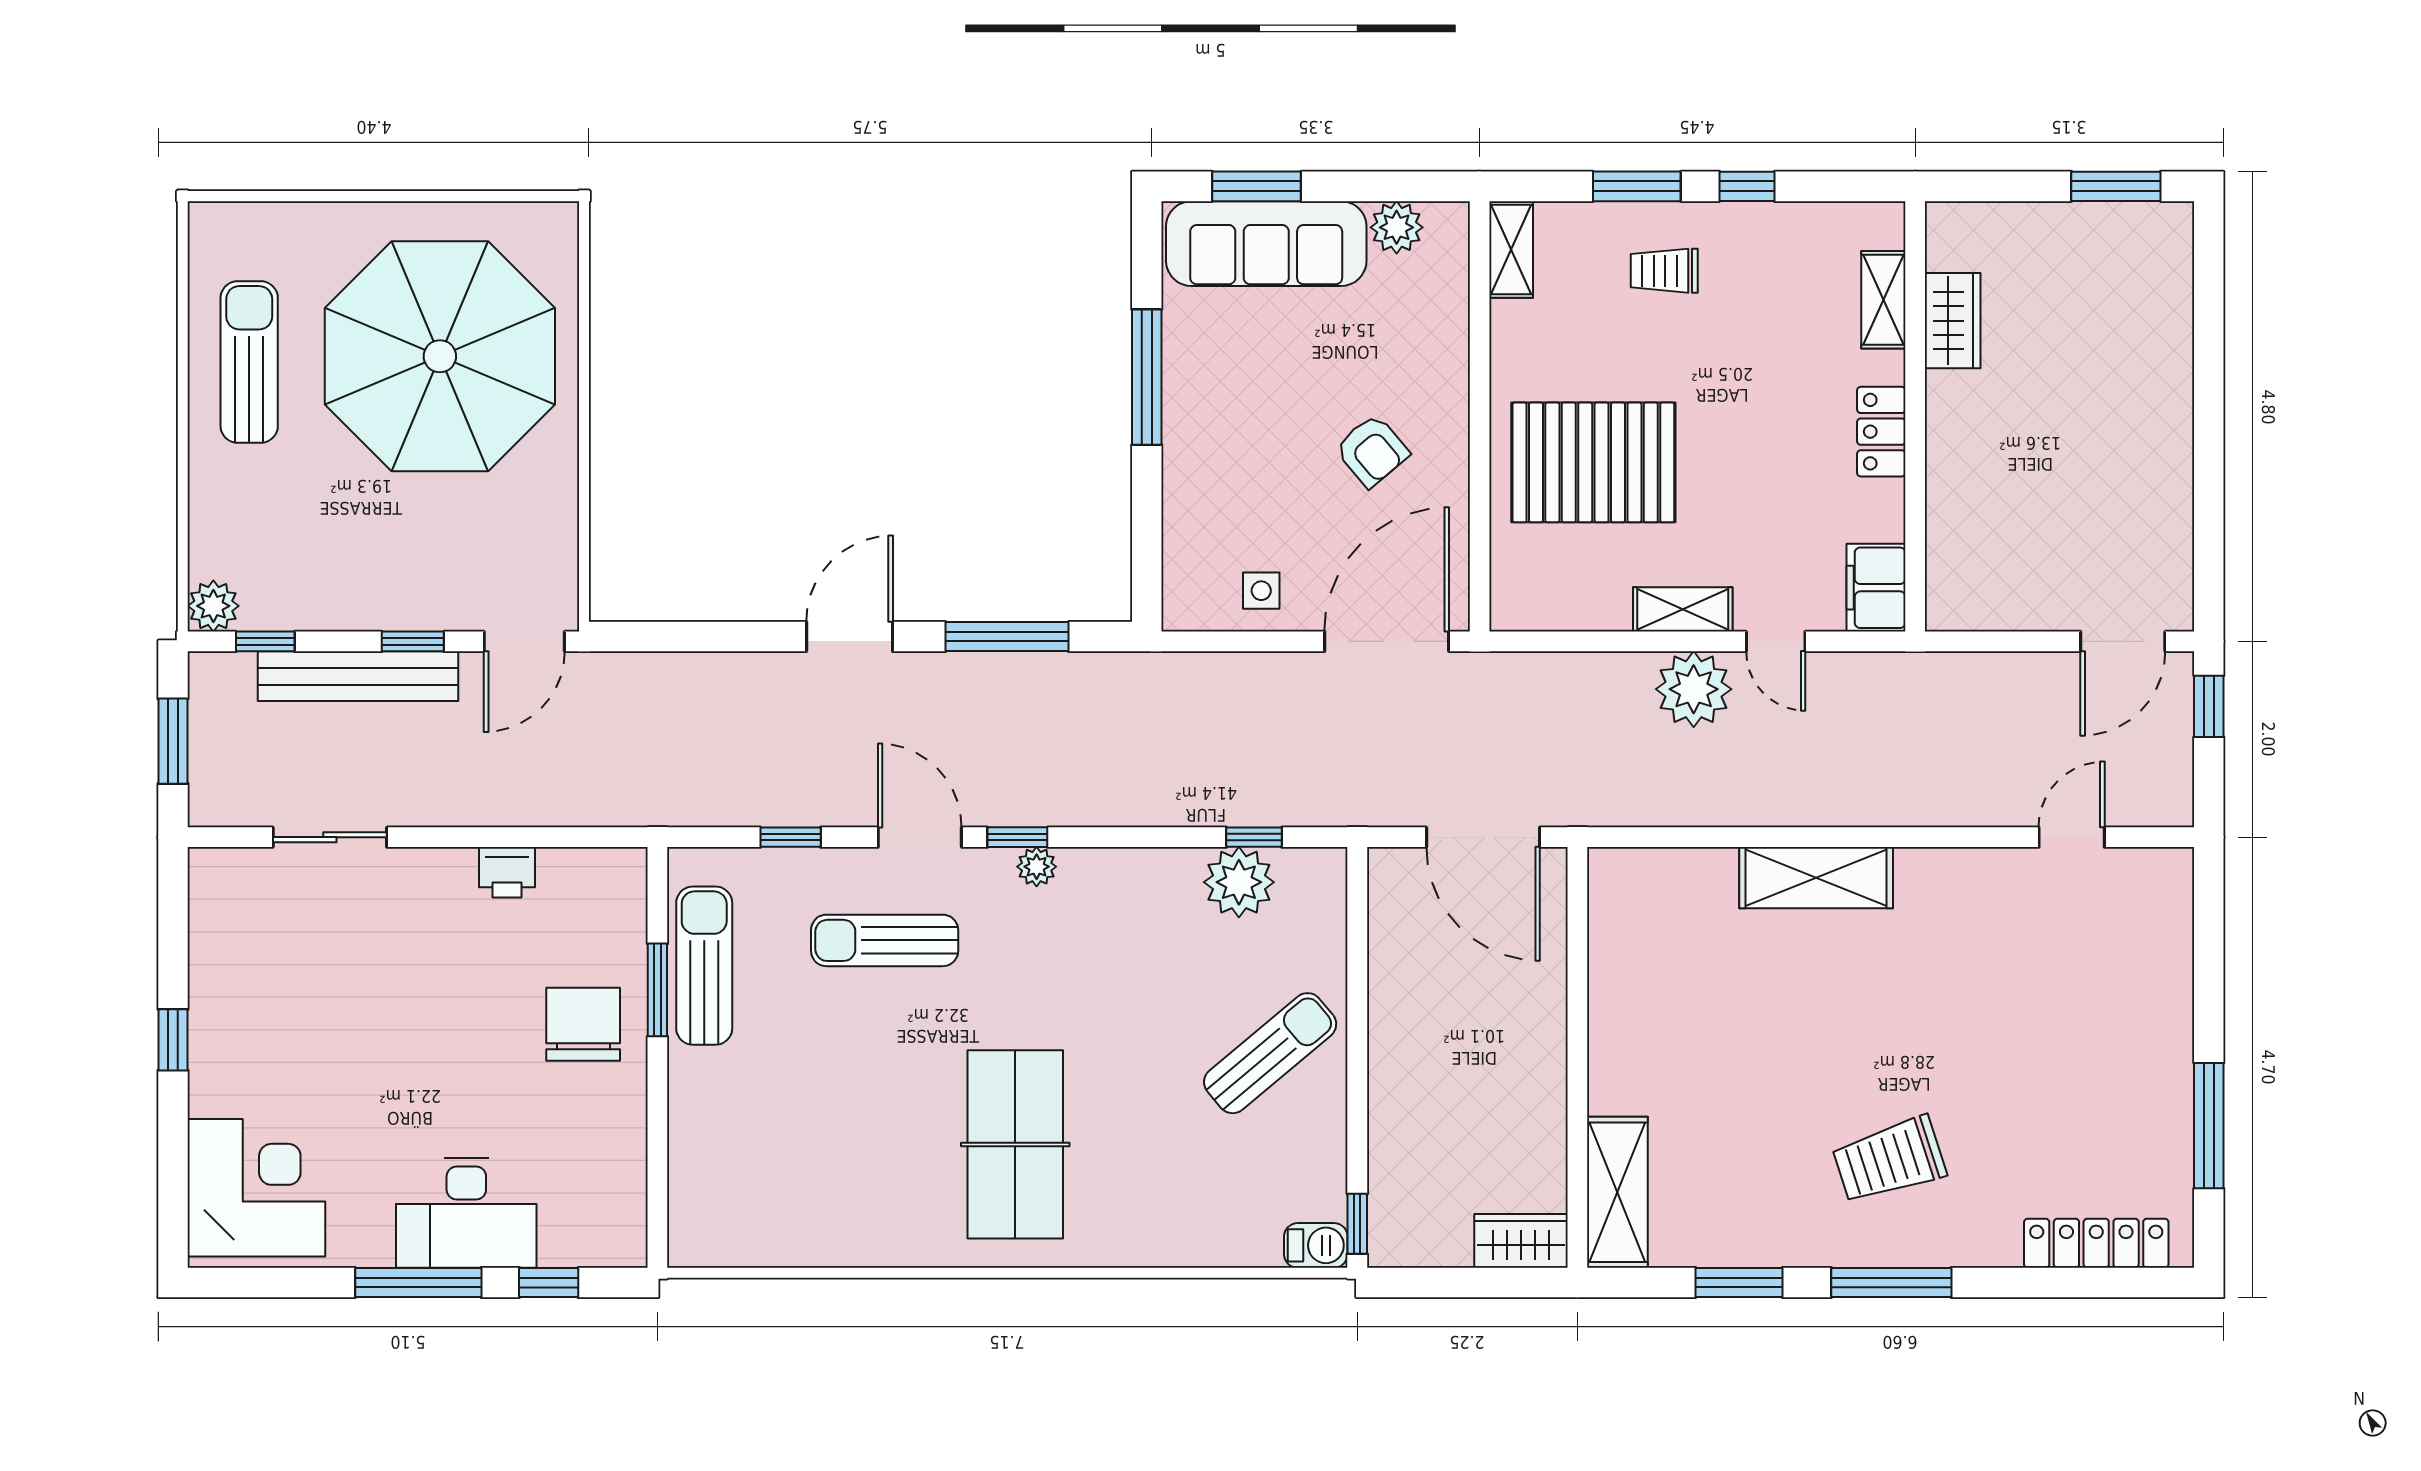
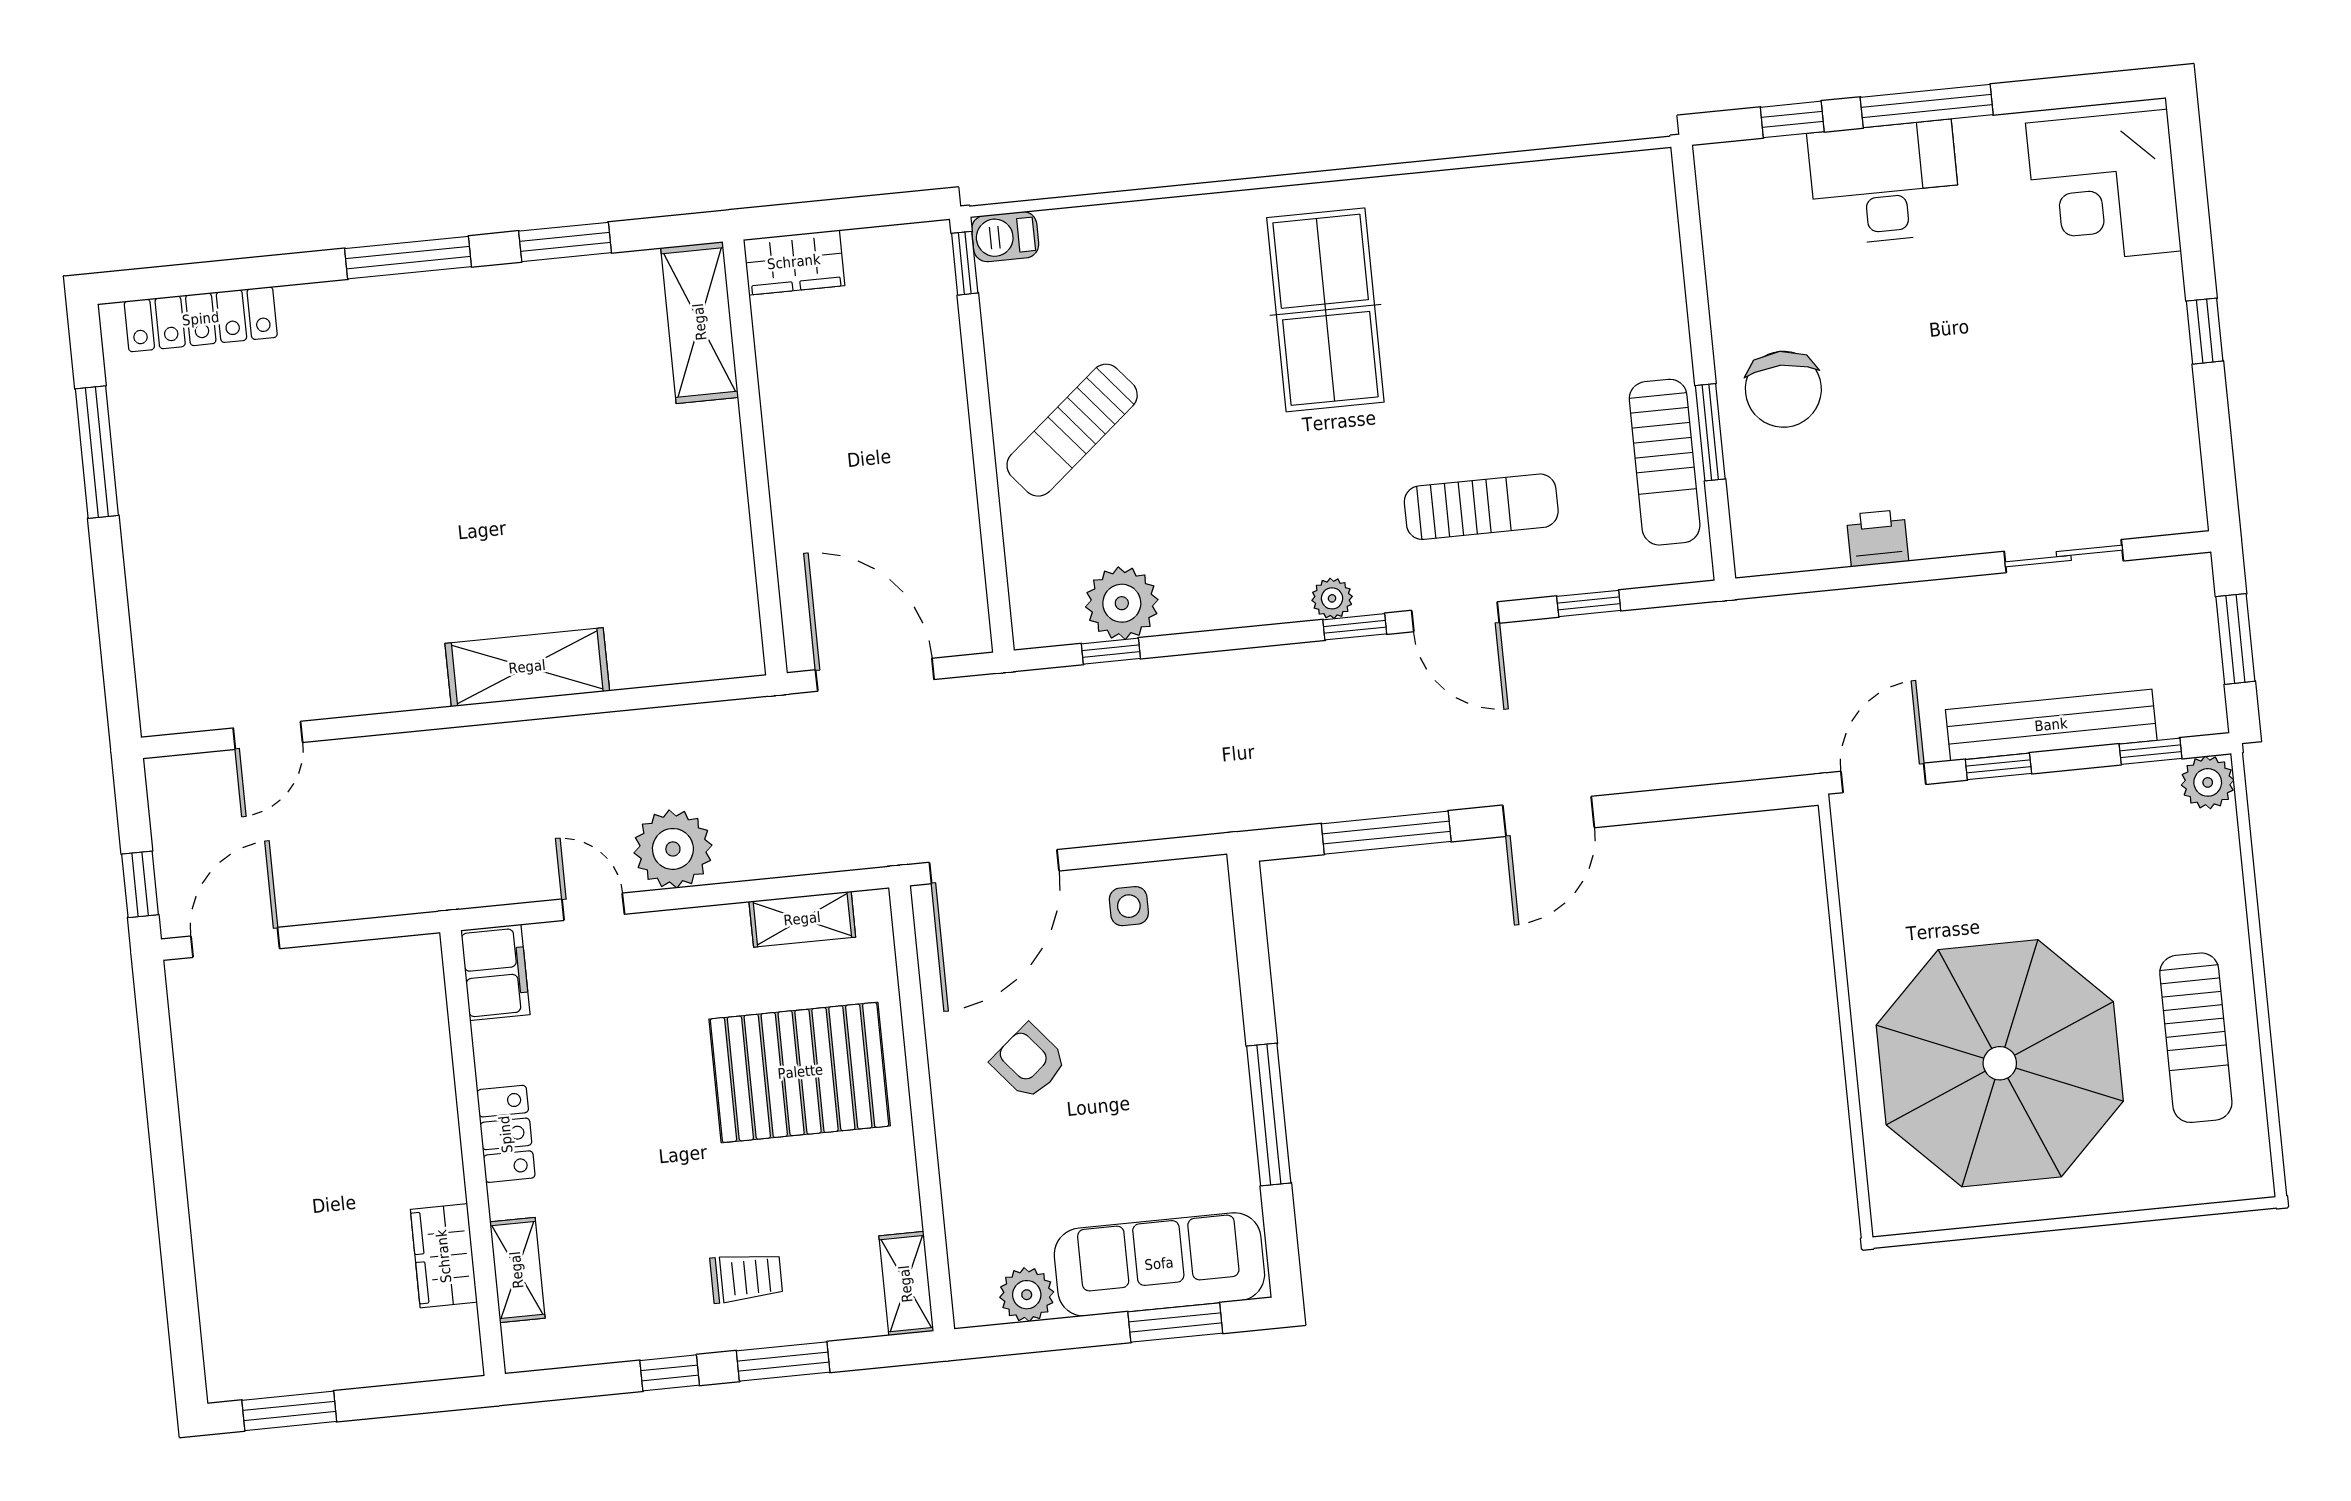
shelving: (1683, 609) -> (802, 919), moved
trolley: (1889, 1160) -> (423, 384), removed

